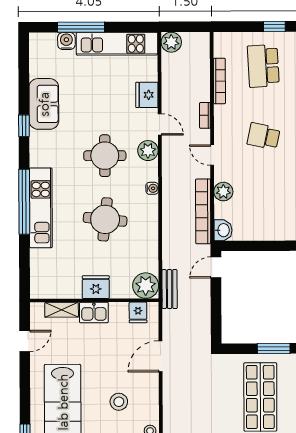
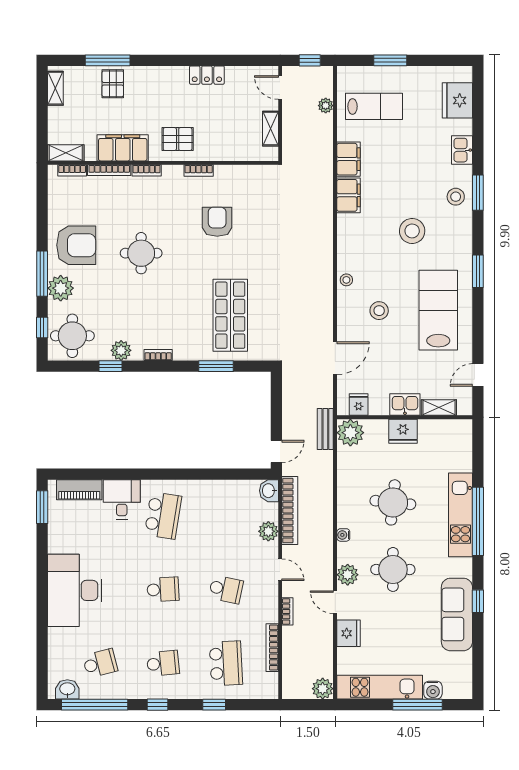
sofa: (44, 104) -> (457, 614), width x1.36

